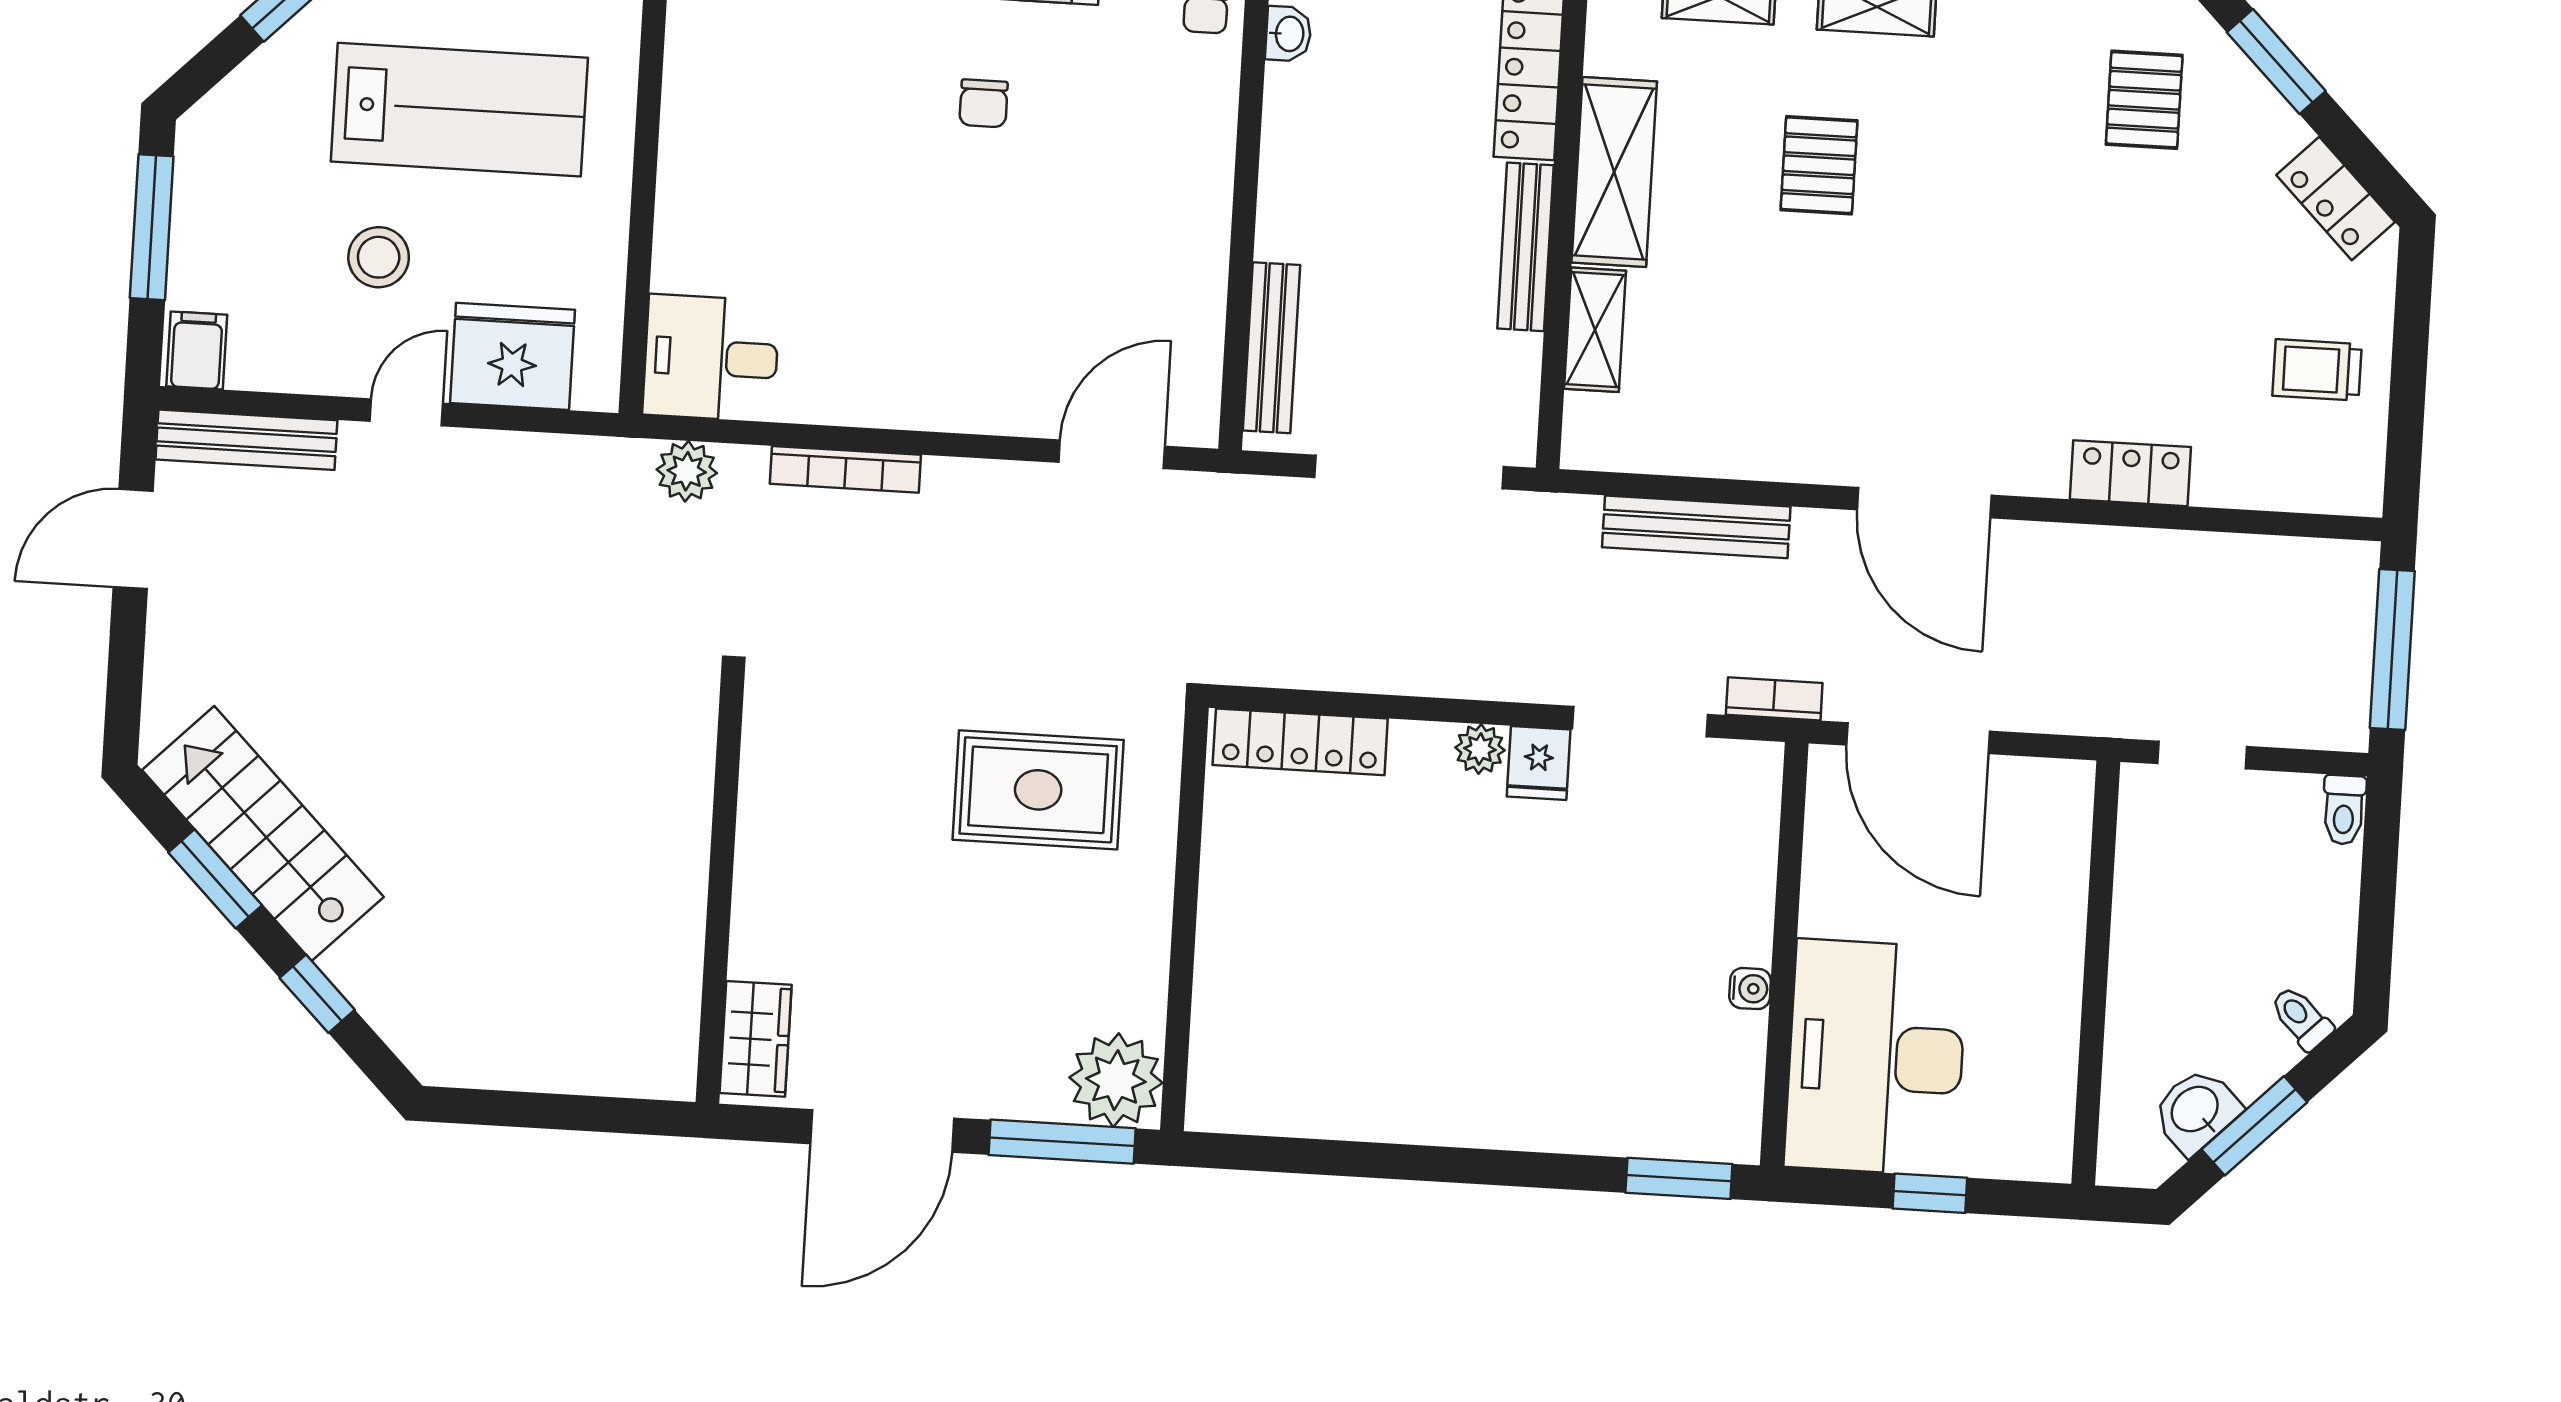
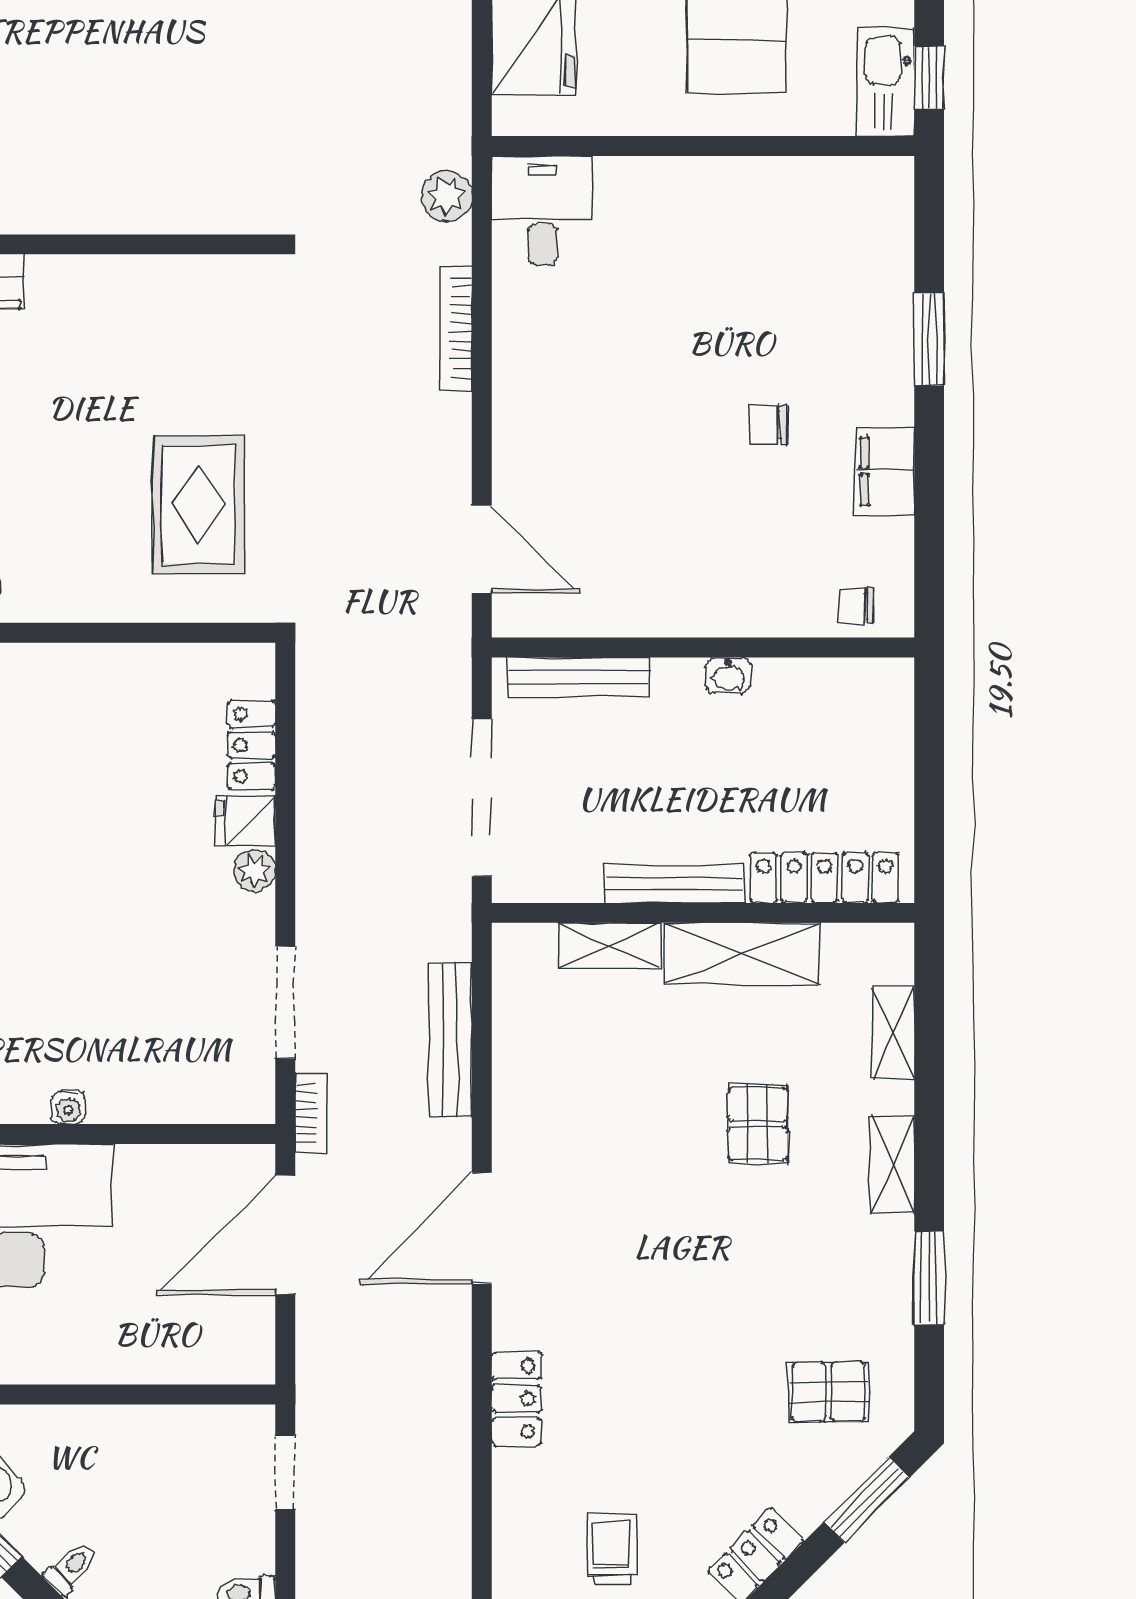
washbasin: (1288, 34) -> (728, 675), moved
pallet: (1819, 165) -> (758, 1124), turned 90
locker: (1300, 742) -> (252, 745), width x0.66
fridge: (1539, 763) -> (246, 821), moved

